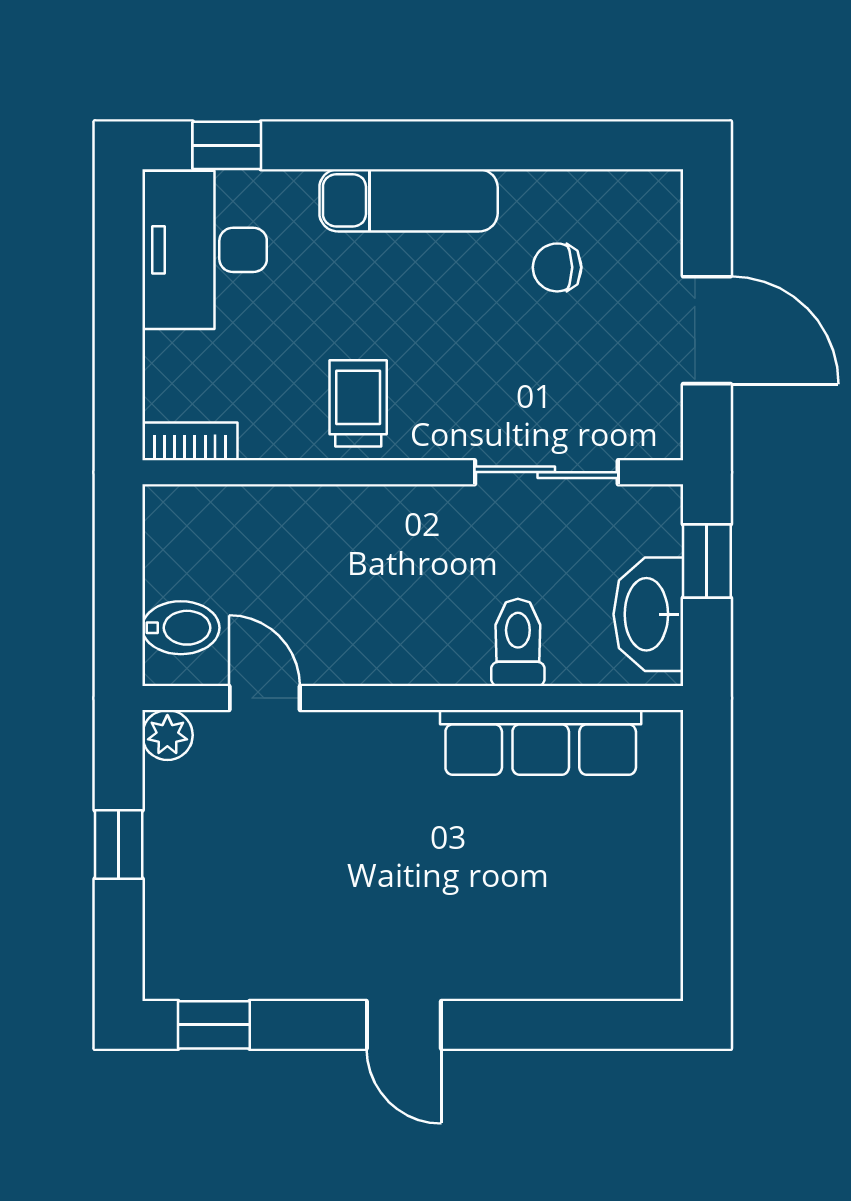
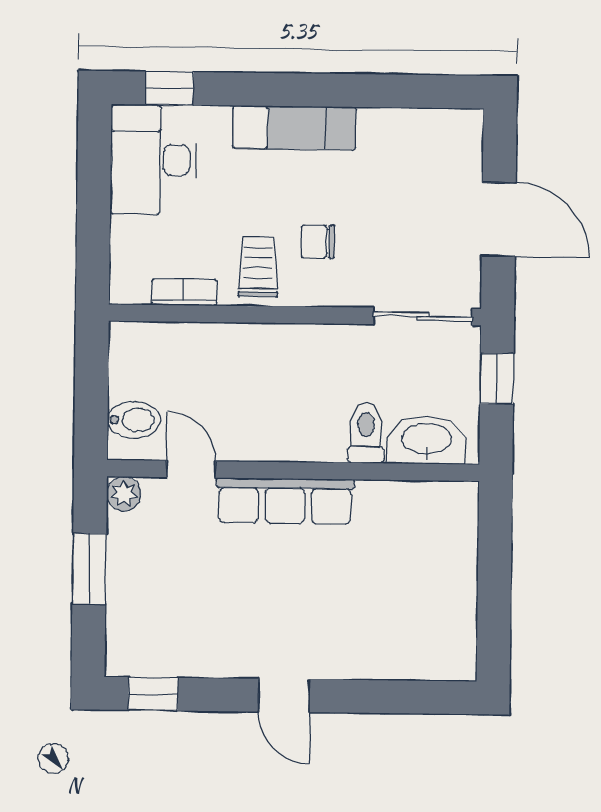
chair: (557, 267) -> (318, 242), moved
bookcase: (190, 441) -> (184, 292), moved
sliding door: (546, 472) -> (423, 316), moved
washbasin: (648, 614) -> (427, 440), moved, turned 90
row of seats: (541, 742) -> (285, 501), moved
window: (119, 844) -> (89, 569), width x1.50

